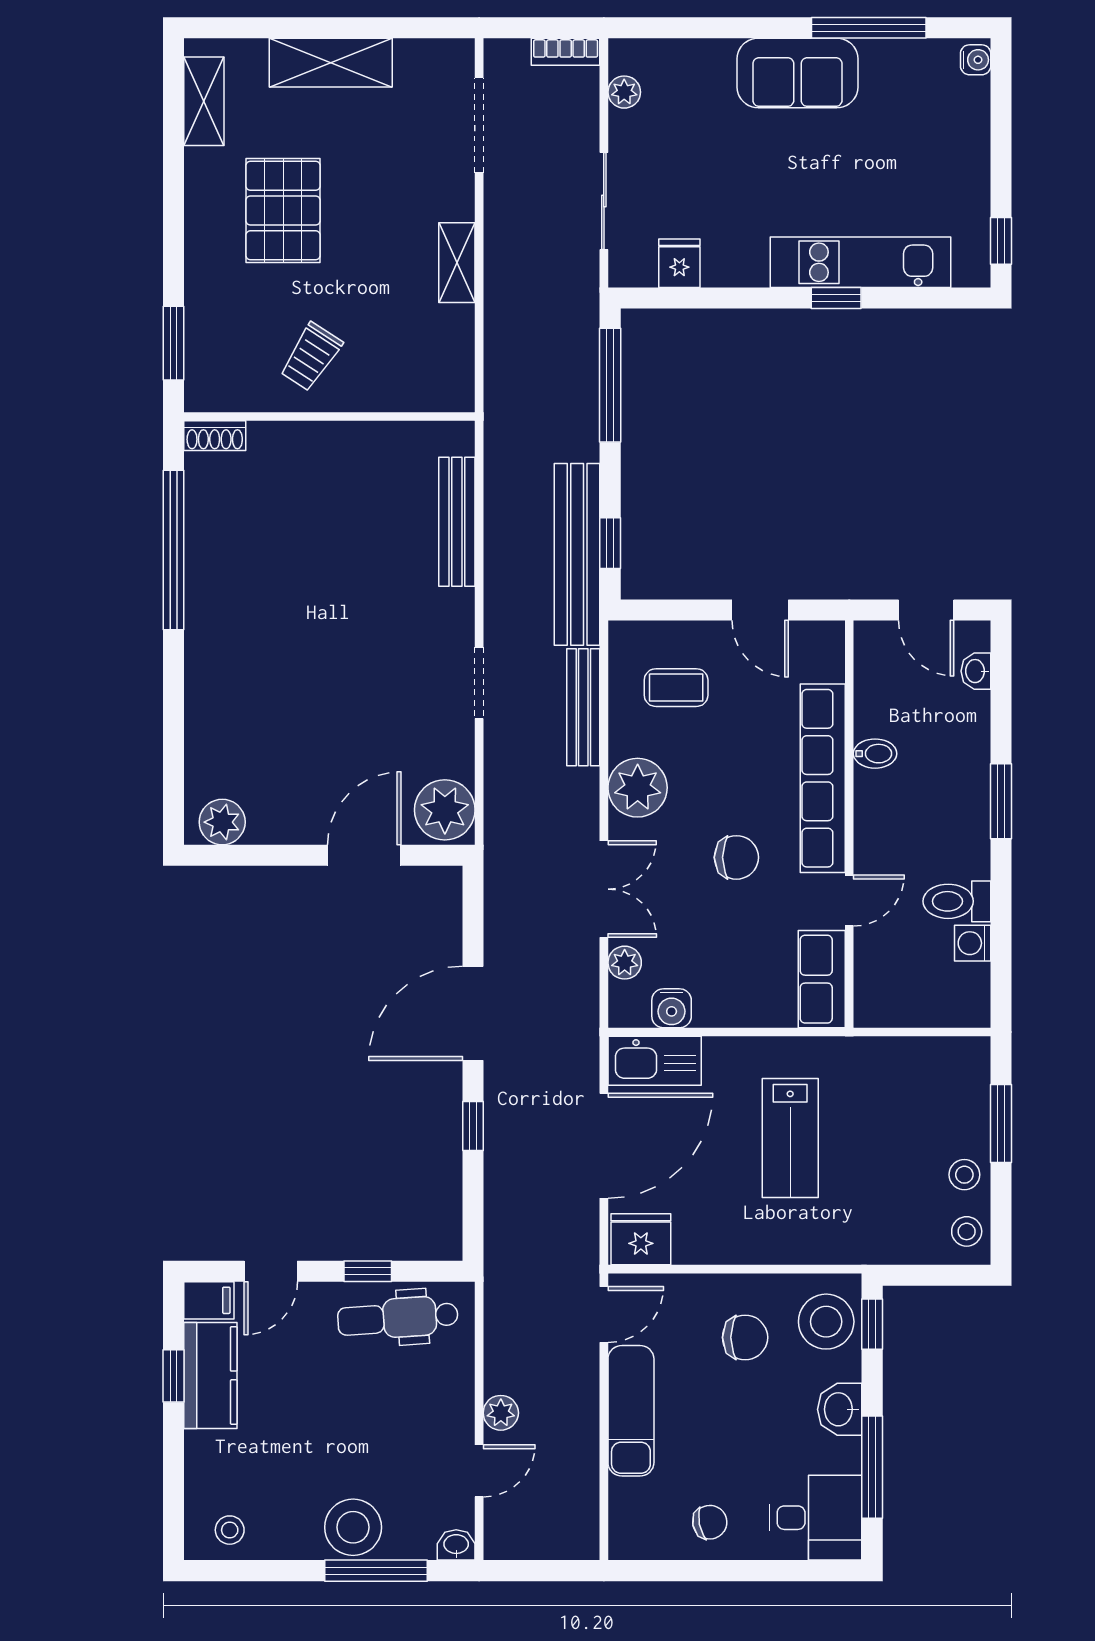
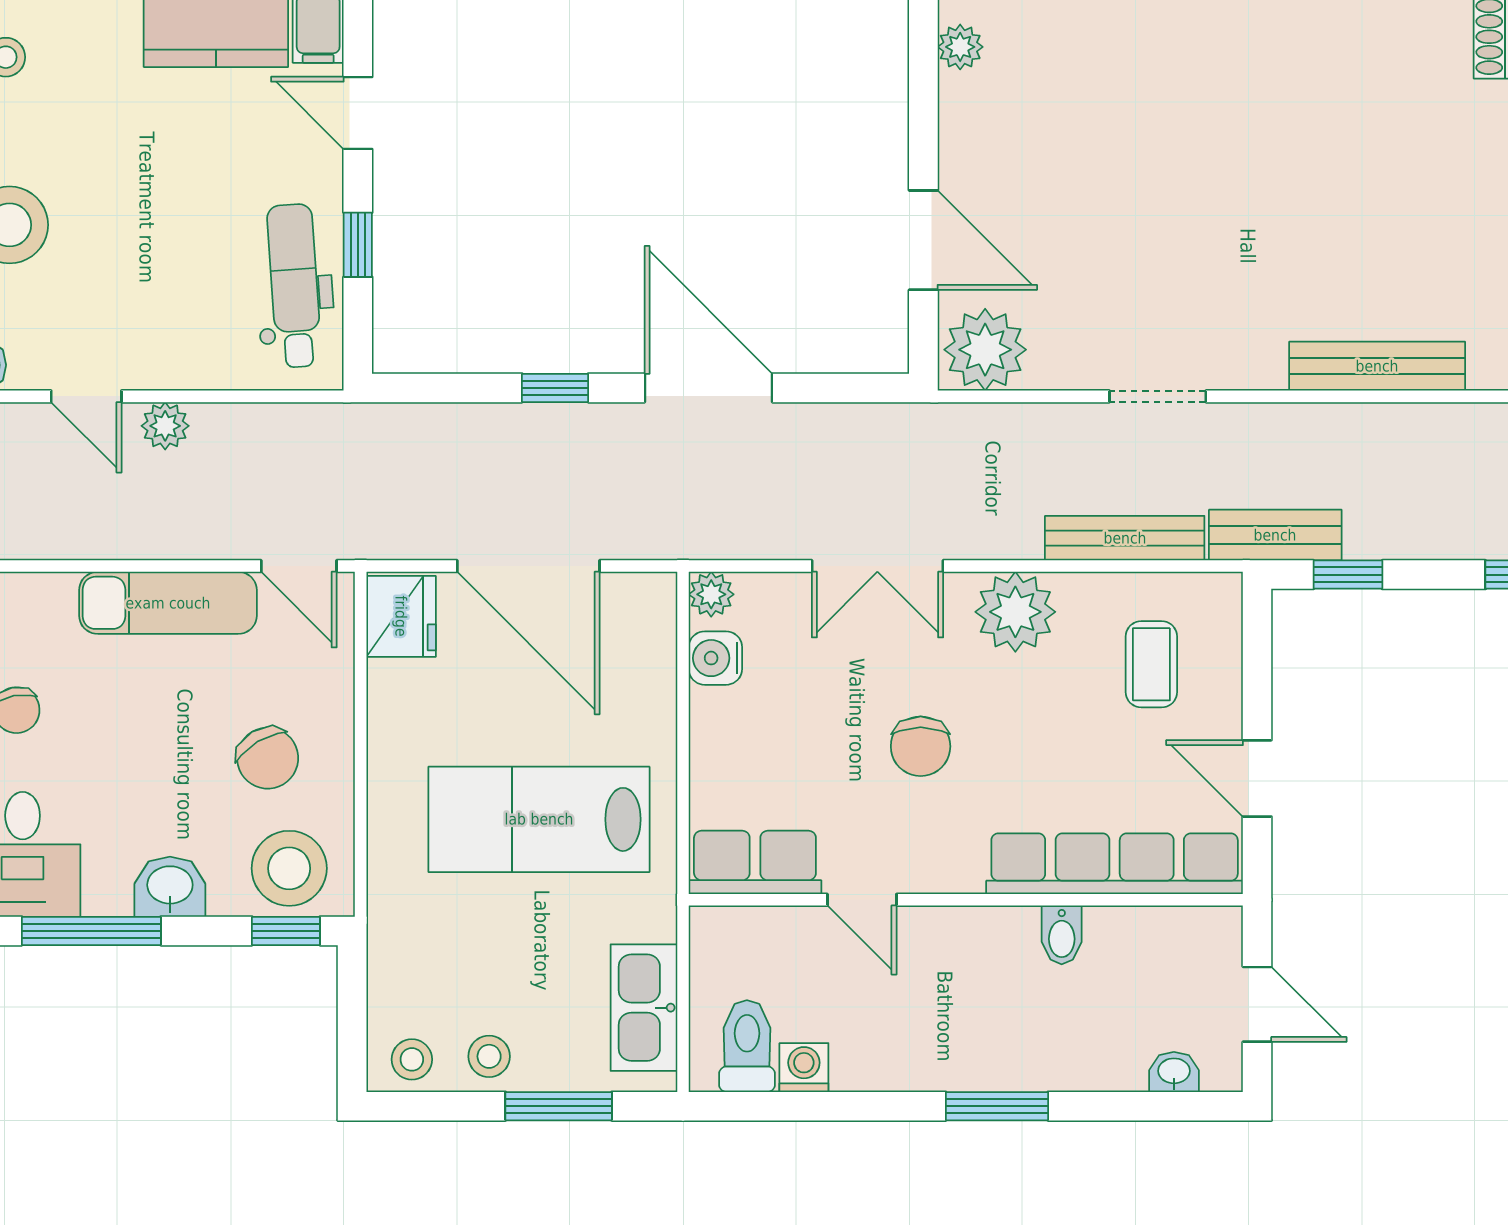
bench: (577, 554) -> (1275, 535), width x0.54, depth x0.82
door: (760, 610) -> (1257, 778), hinge flipped
door: (926, 610) -> (1257, 1004), swing flipped
row of seats: (823, 778) -> (1115, 864), moved
plant: (222, 822) -> (960, 47), width x0.73, depth x0.73
toilet: (957, 901) -> (747, 1046), moved
plant: (625, 963) -> (711, 594), moved
kitchen sink: (655, 1061) -> (644, 1008), moved
lab bench: (790, 1138) -> (539, 819), width x1.36, depth x1.39
chair: (745, 1337) -> (268, 758), turned -31

